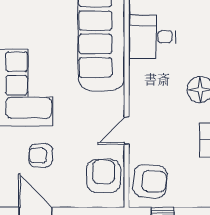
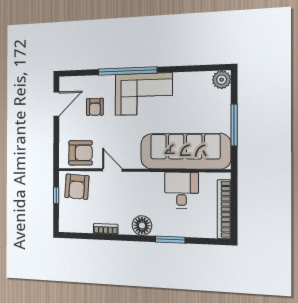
armchair: (41, 155) -> (95, 107), turned 180

